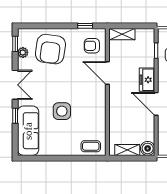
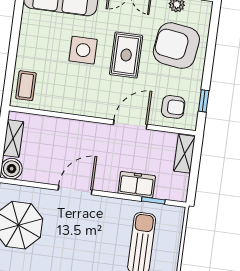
armchair: (92, 46) -> (173, 107), turned 90
freezer: (147, 80) -> (137, 185), moved
rug: (61, 82) -> (126, 55), added

